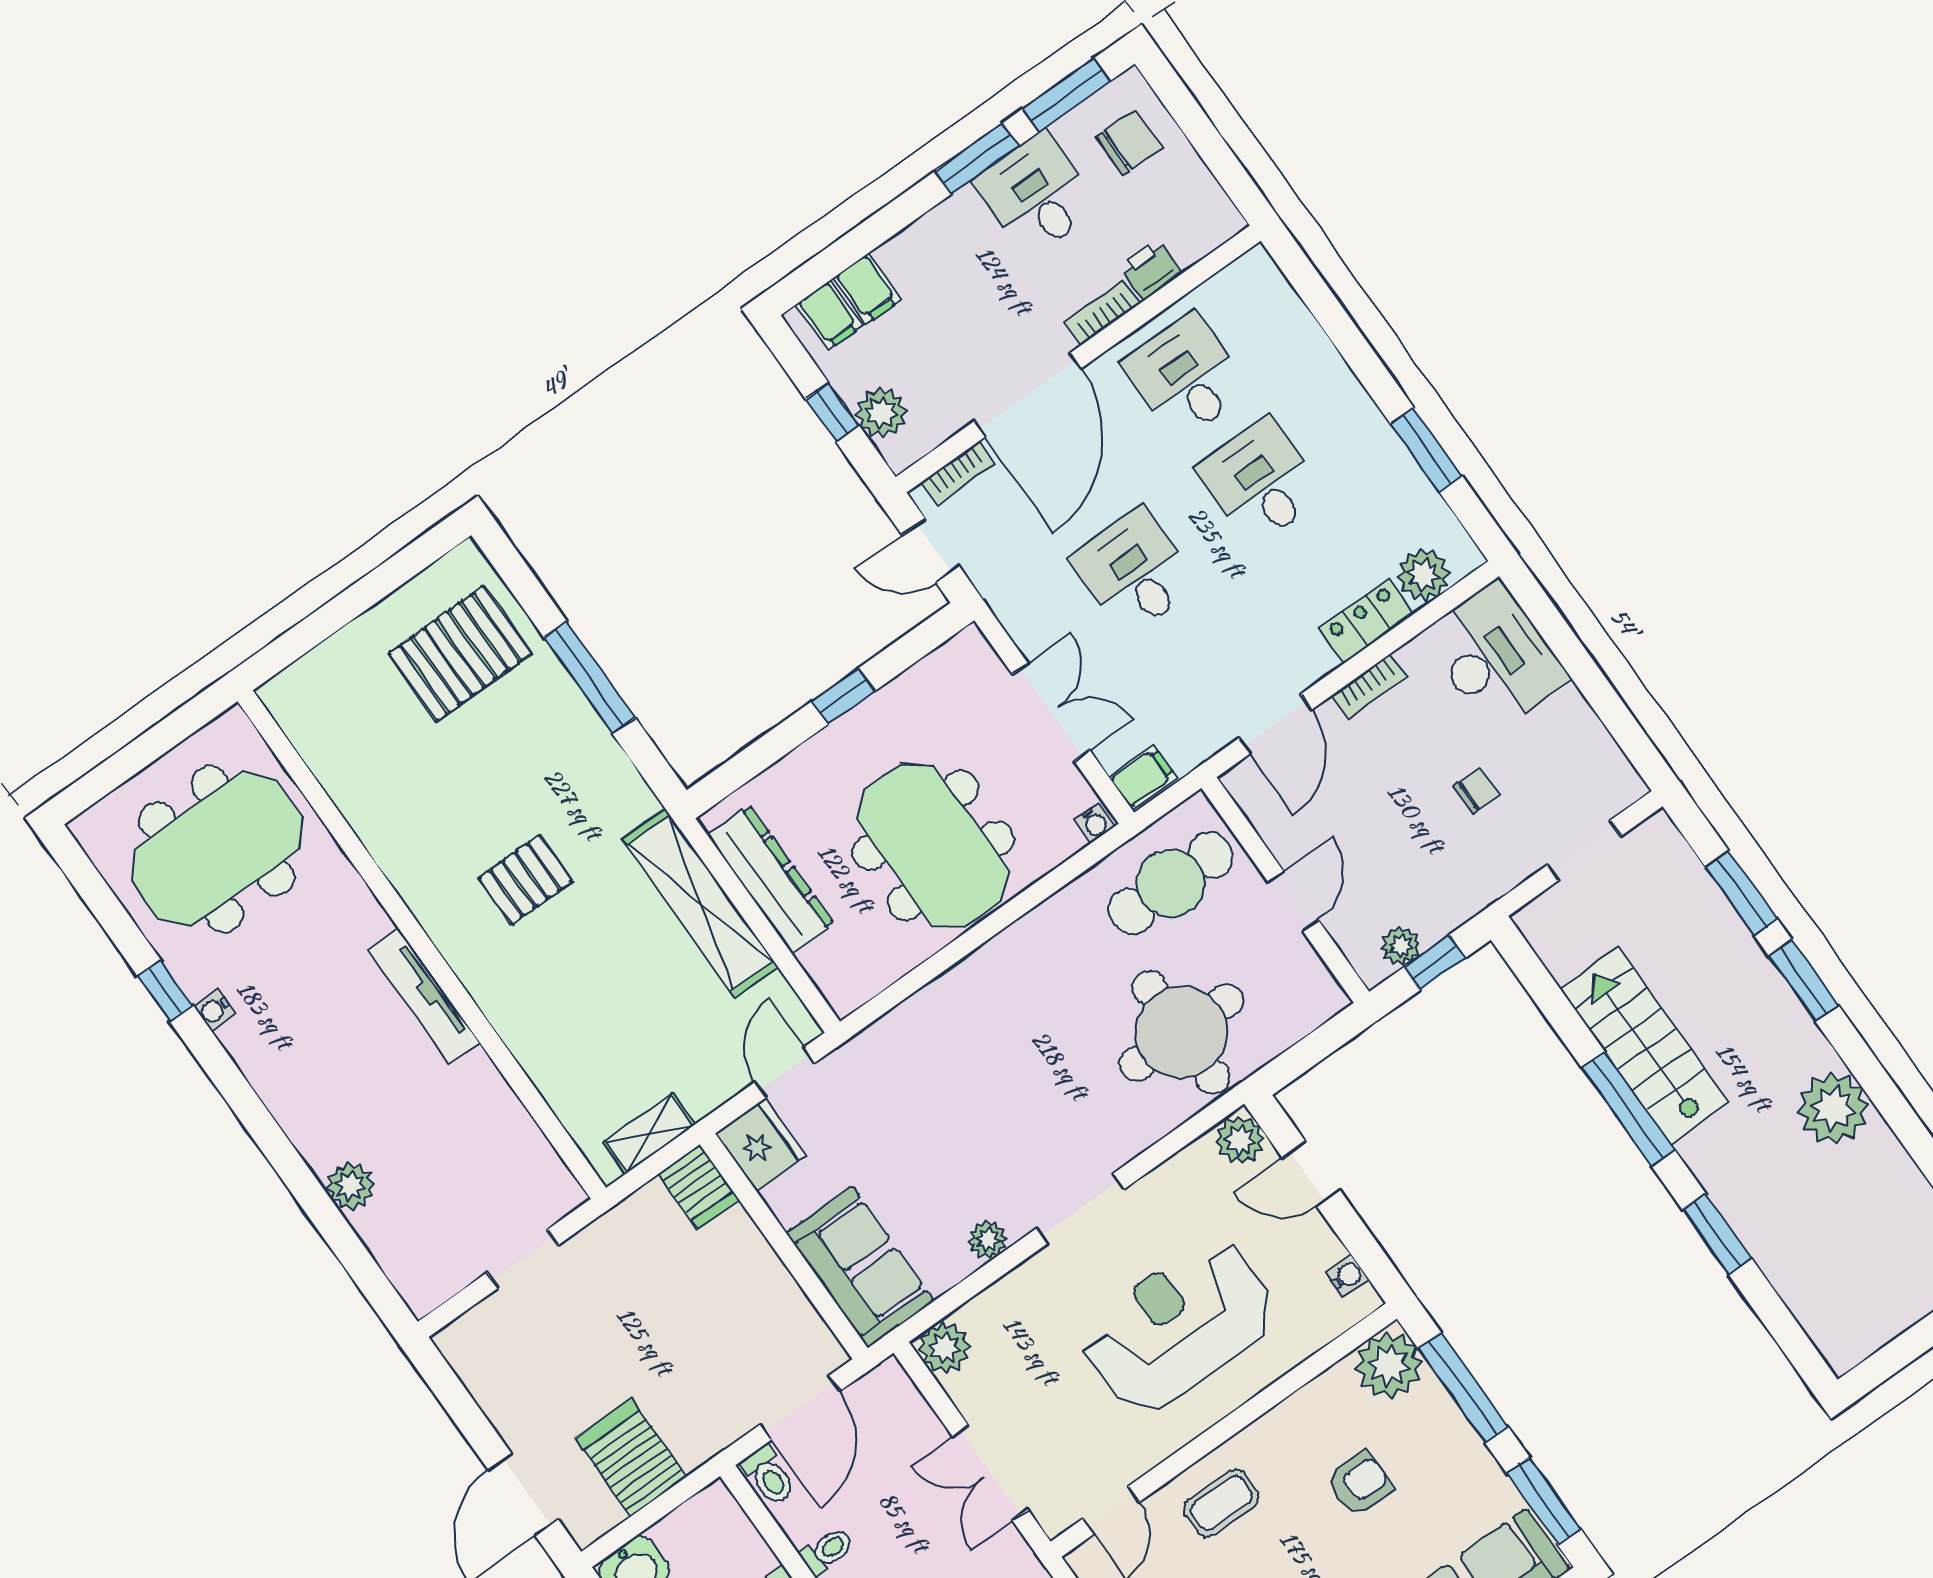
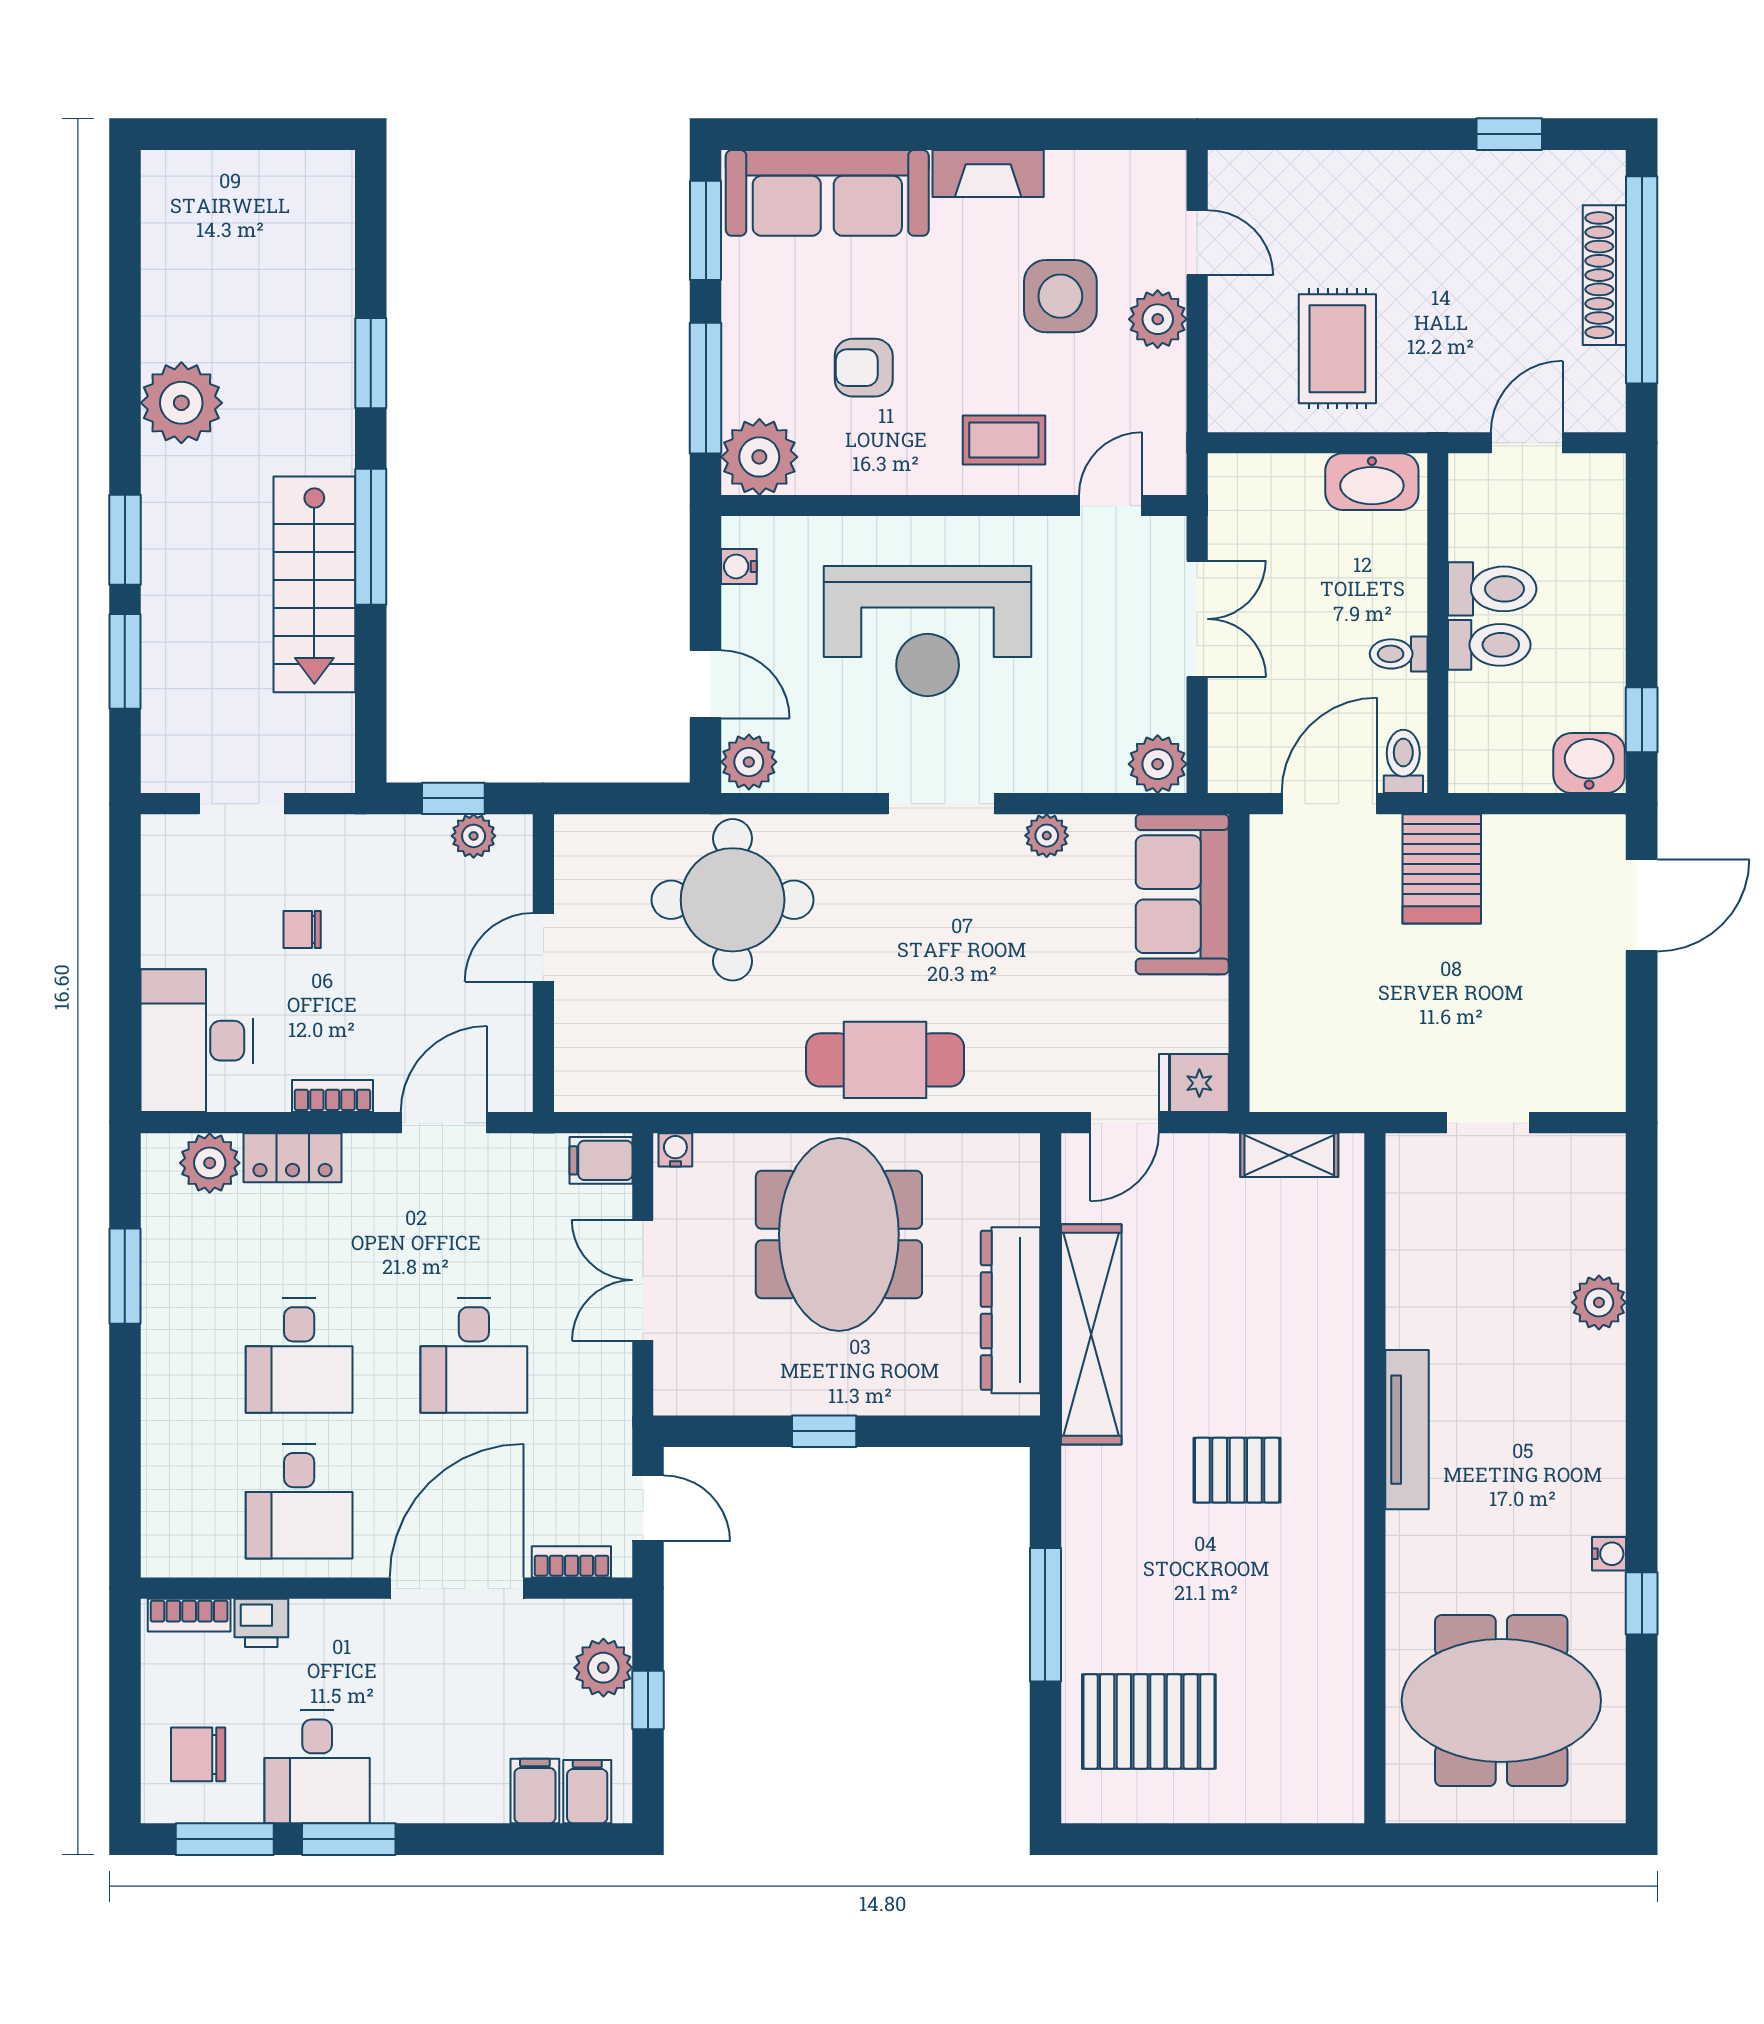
bookcase: (1103, 312) -> (189, 1615), moved
cafe table: (1171, 883) -> (885, 1060), moved
fridge: (761, 1145) -> (1194, 1083), width x0.72
server rack: (699, 1187) -> (1278, 1074), removed
server rack: (631, 1457) -> (1442, 869), moved

